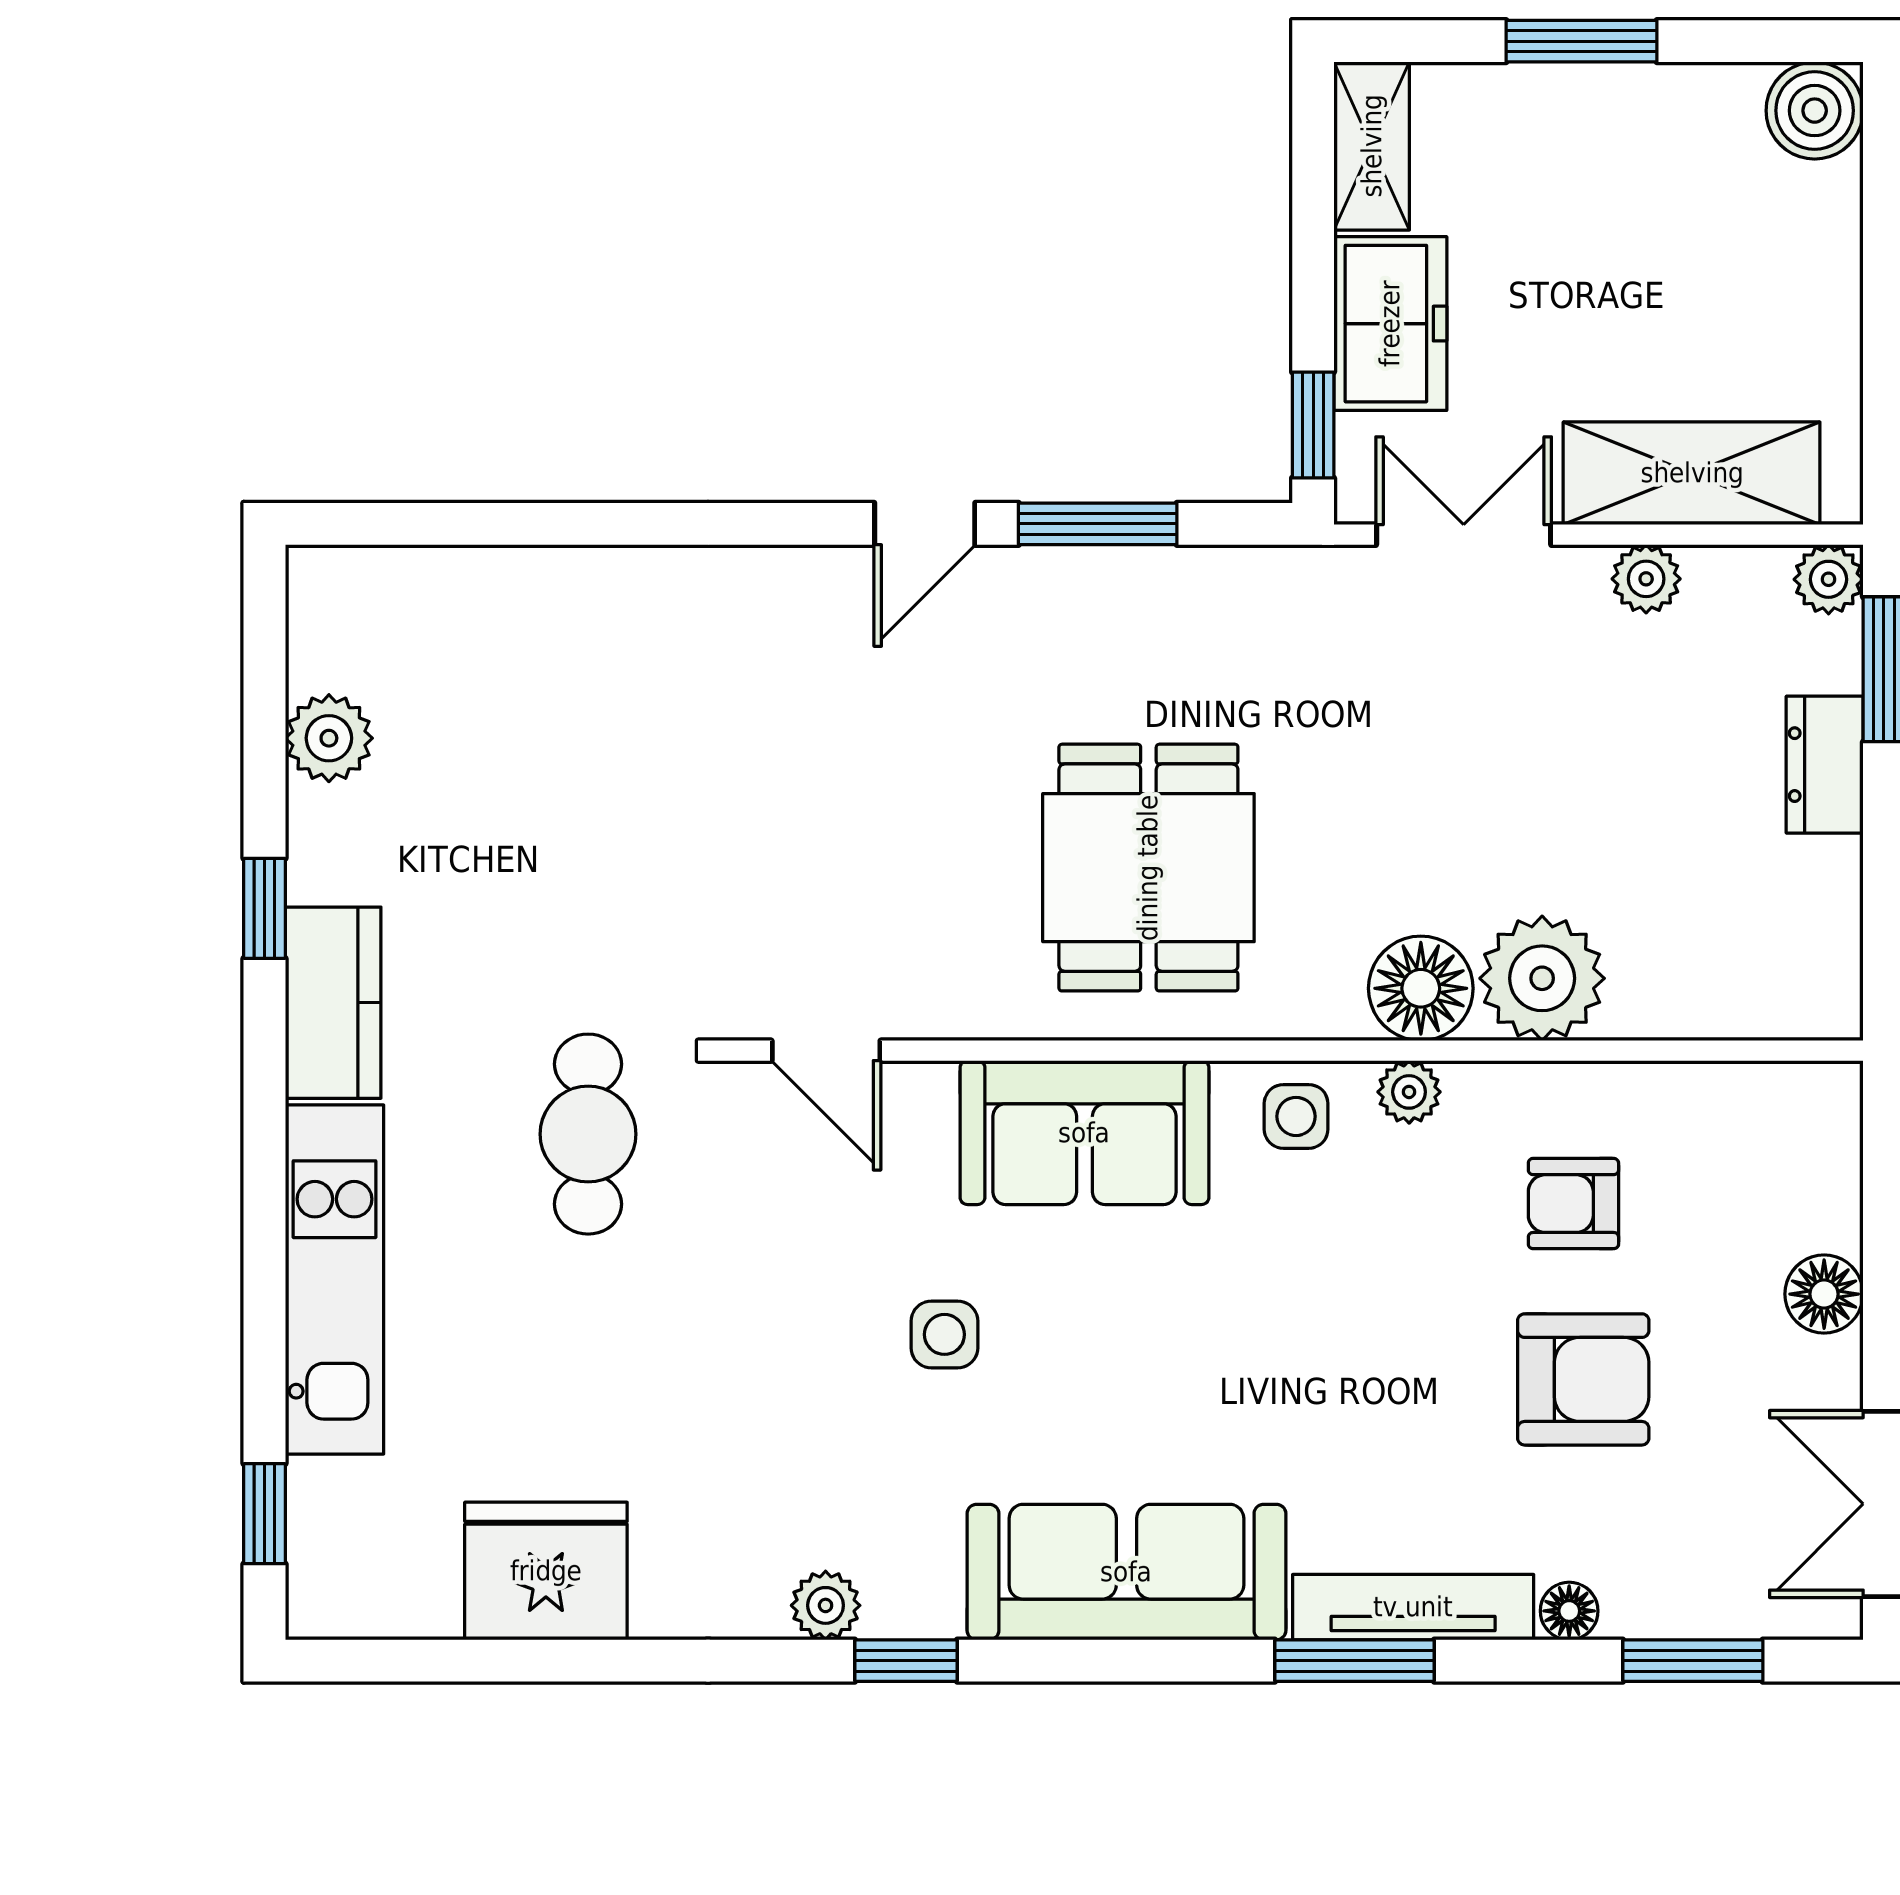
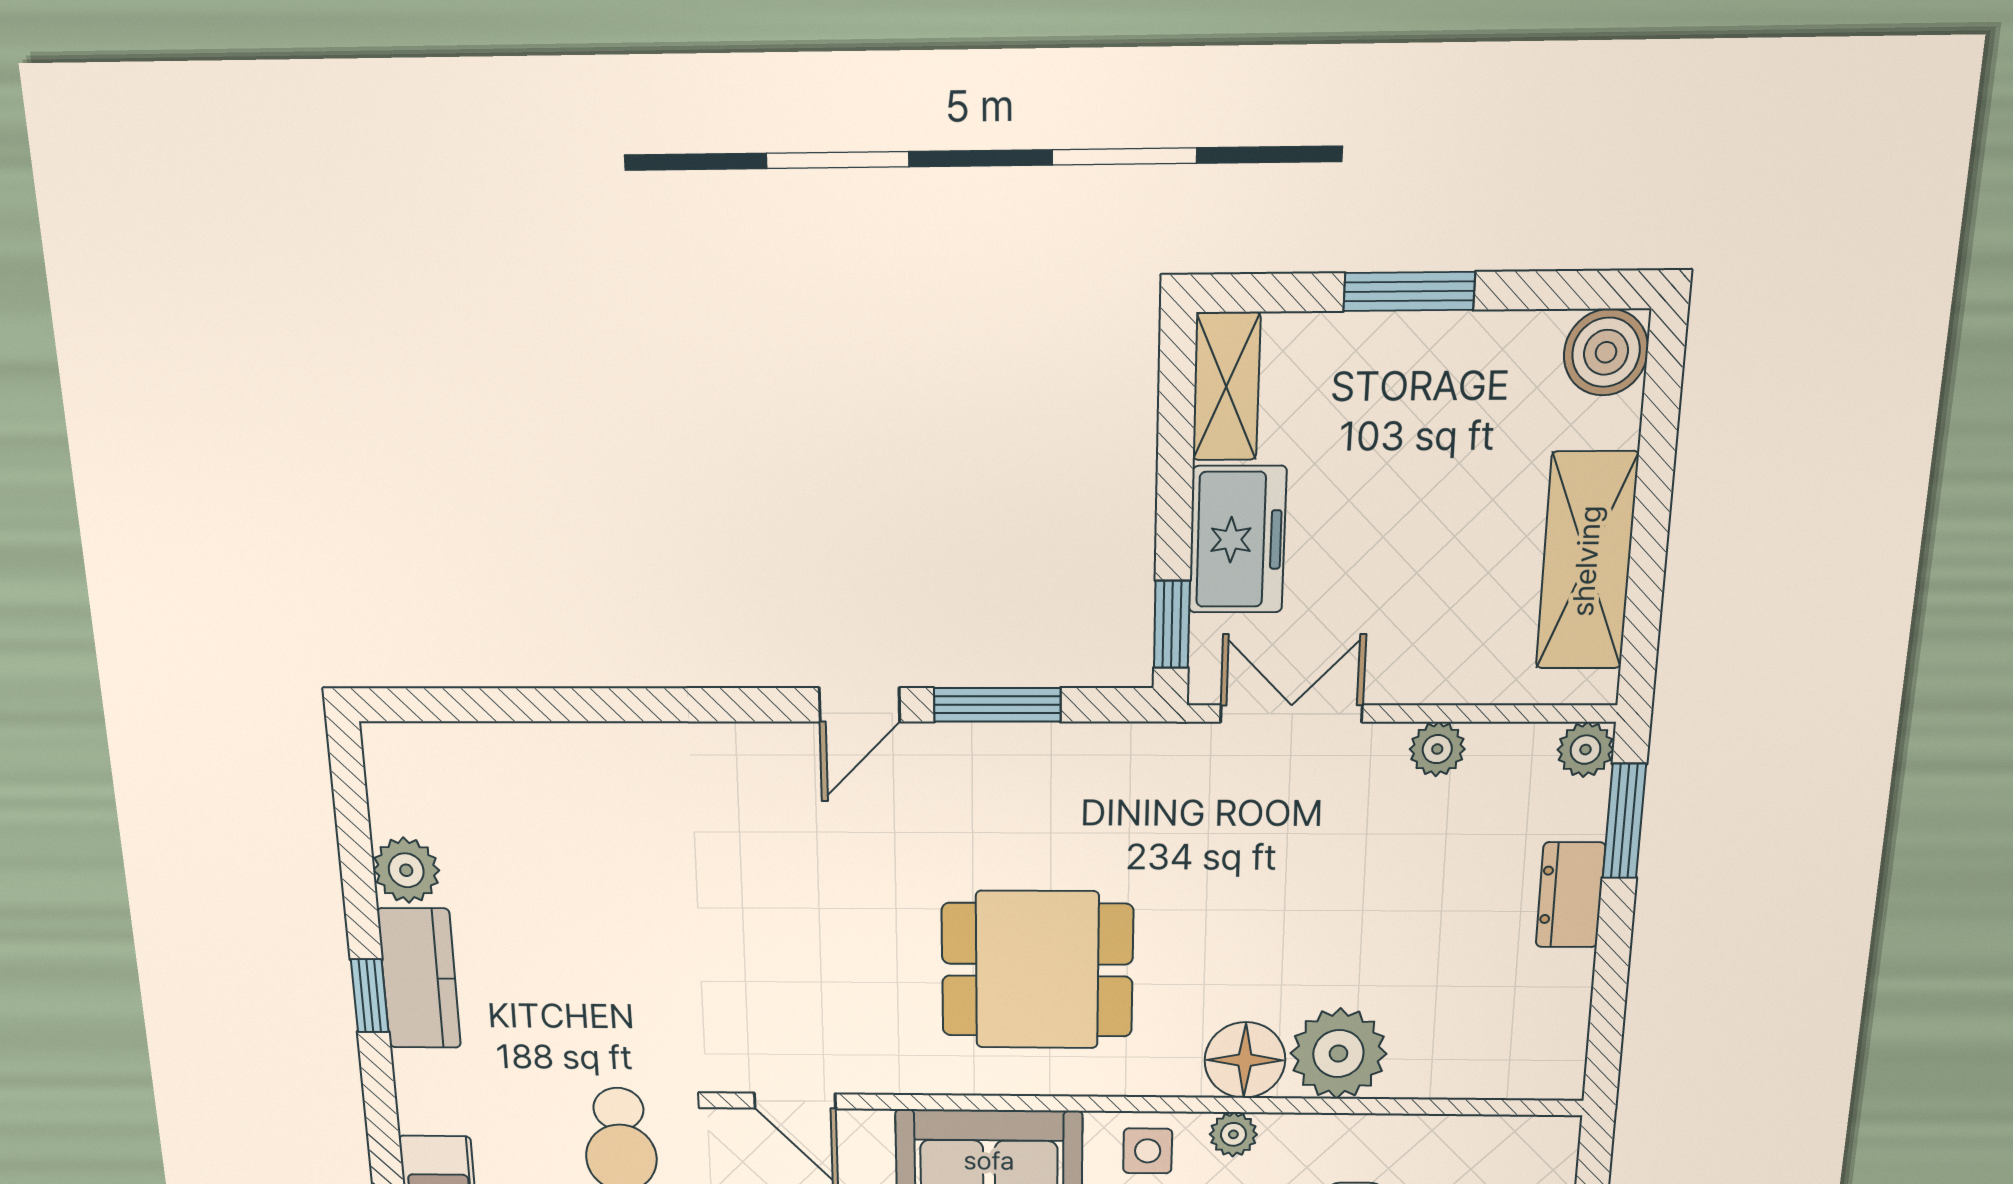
shelving: (1692, 473) -> (1587, 561), moved, turned 90
dining table: (1148, 868) -> (1037, 970), turned 90
kitchen counter: (333, 1003) -> (419, 978), moved

